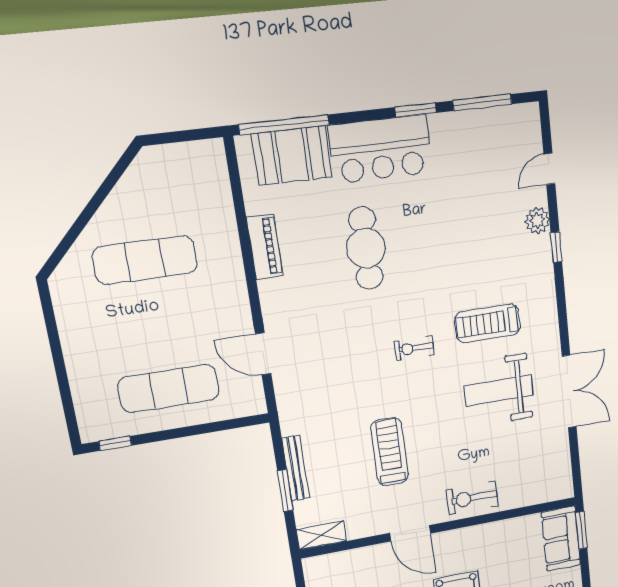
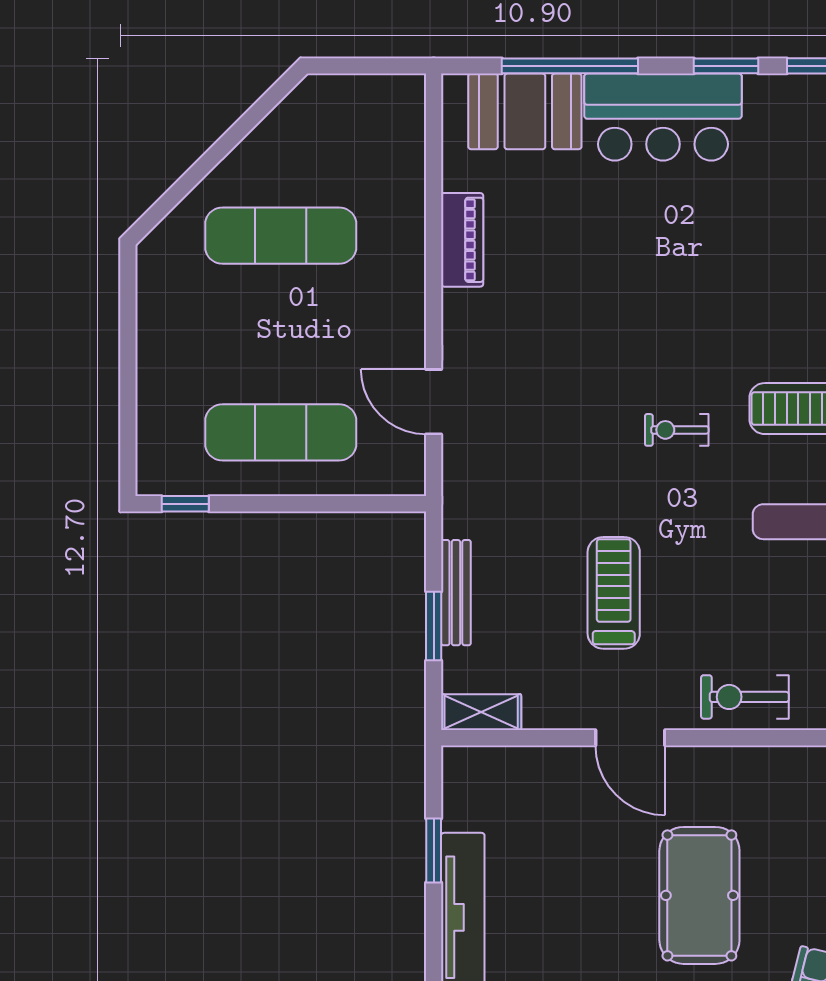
window: (284, 125) -> (570, 66), moved
cafe table: (366, 248) -> (619, 263), removed

